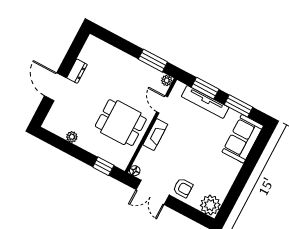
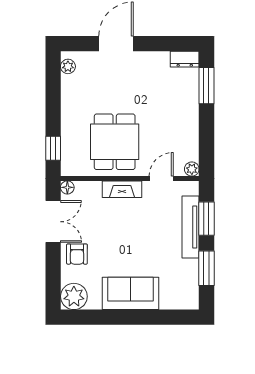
window: (153, 61) -> (206, 86), moved
dresser: (77, 71) -> (185, 59), moved
plant: (72, 137) -> (68, 66), moved
sofa: (243, 139) -> (130, 293), moved
double door: (153, 192) -> (53, 222), swing flipped

